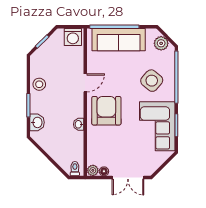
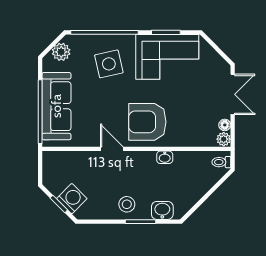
washing machine: (73, 37) -> (72, 199), moved, turned -45
side table: (152, 81) -> (109, 64), turned 37
stool: (39, 84) -> (127, 204), moved

